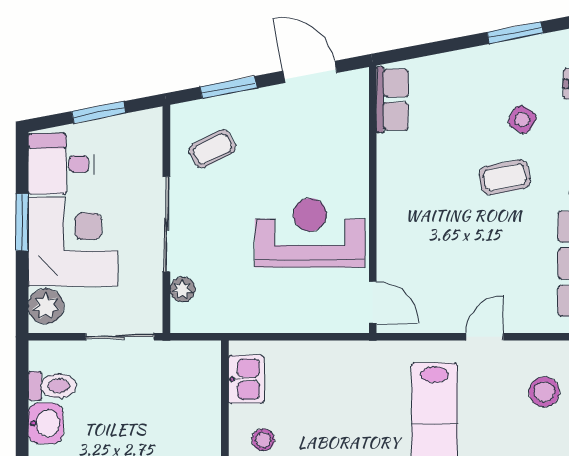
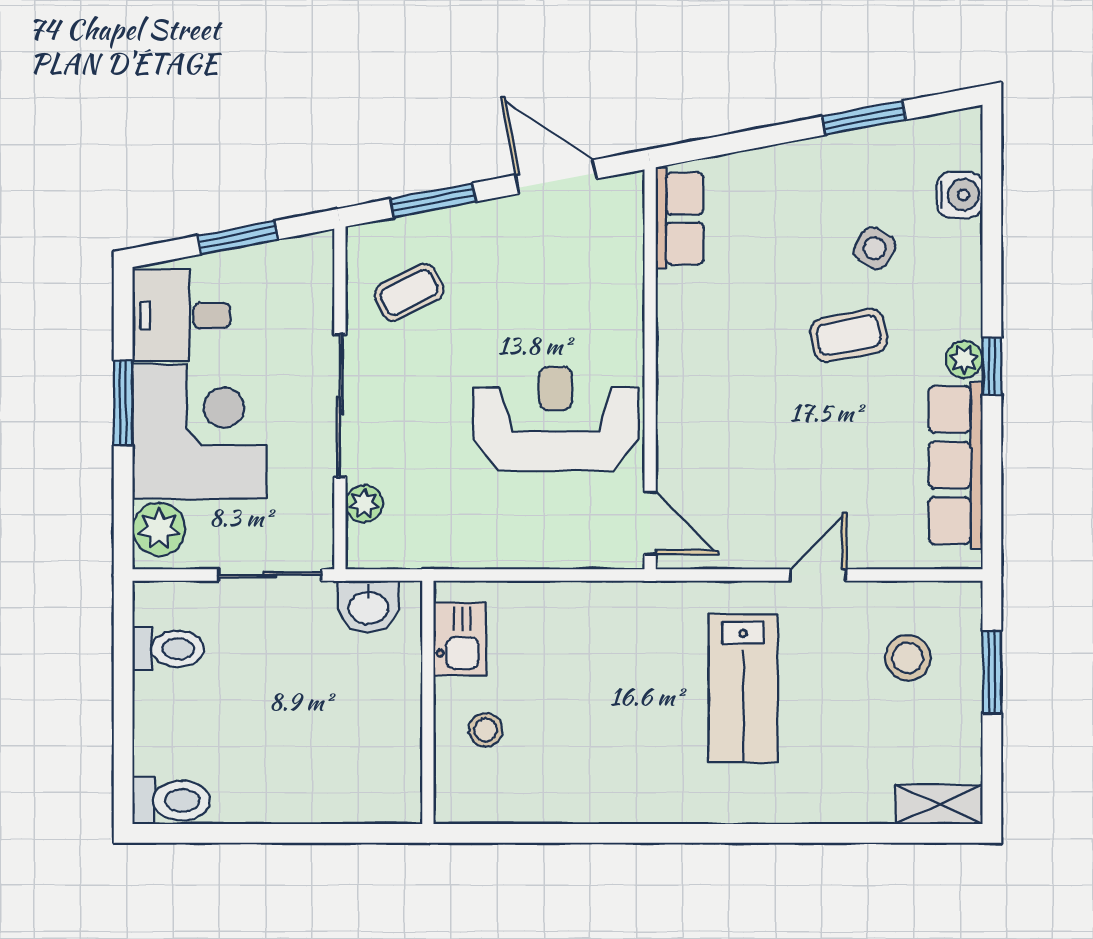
washbasin: (46, 423) -> (368, 606), moved, turned 90

